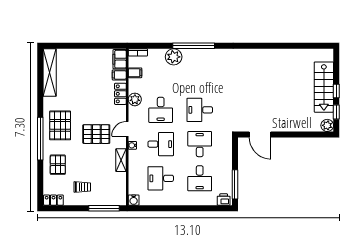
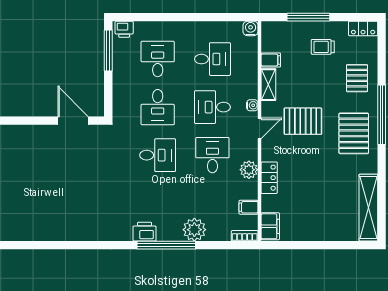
printer: (209, 55) -> (145, 232), added
filing cabinet: (119, 75) -> (271, 60), moved
window: (104, 208) -> (308, 17), moved

